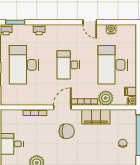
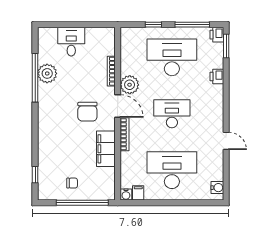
door: (90, 22) -> (226, 141), swing flipped
water cooler: (111, 29) -> (217, 188), moved
plant: (106, 98) -> (130, 85), moved

